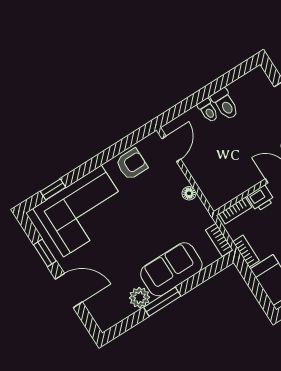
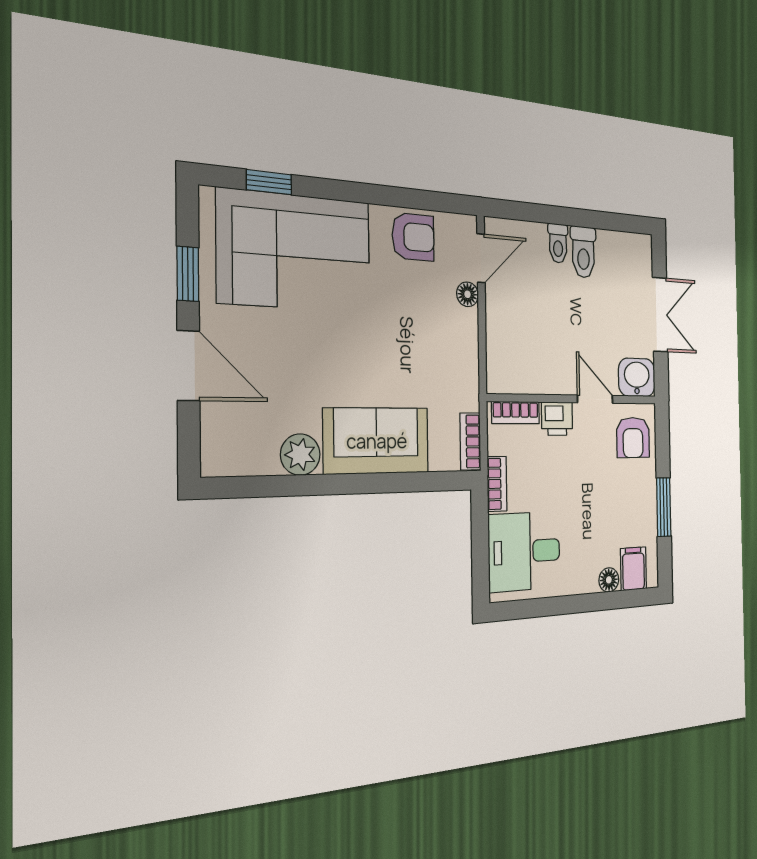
floor lamp: (189, 193) -> (468, 294), moved
window: (162, 302) -> (332, 484), removed

